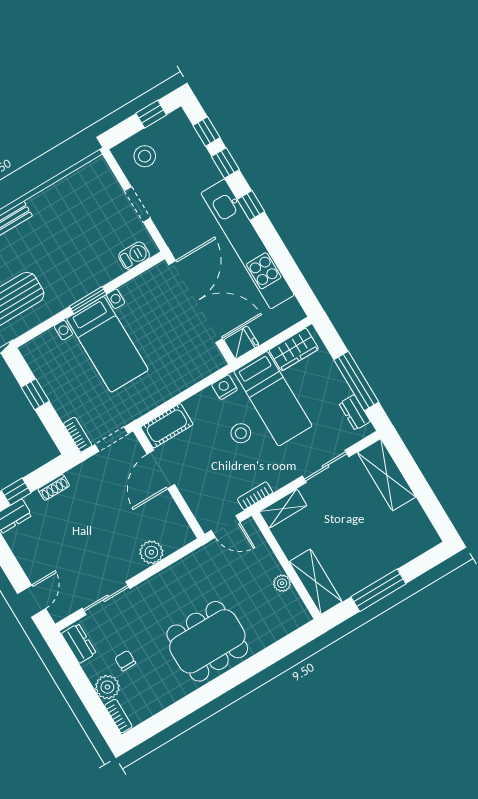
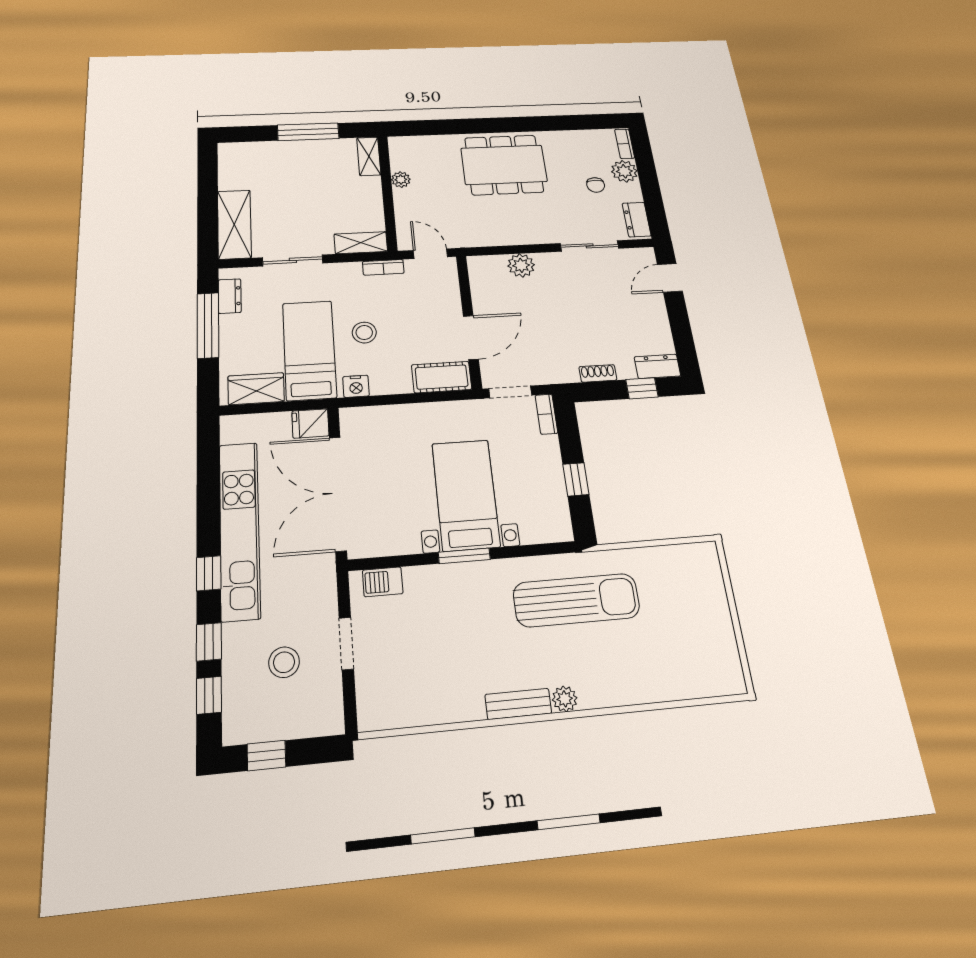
stool: (145, 156) -> (284, 662), moved
shelving: (316, 582) -> (369, 156), width x0.67, depth x0.75

